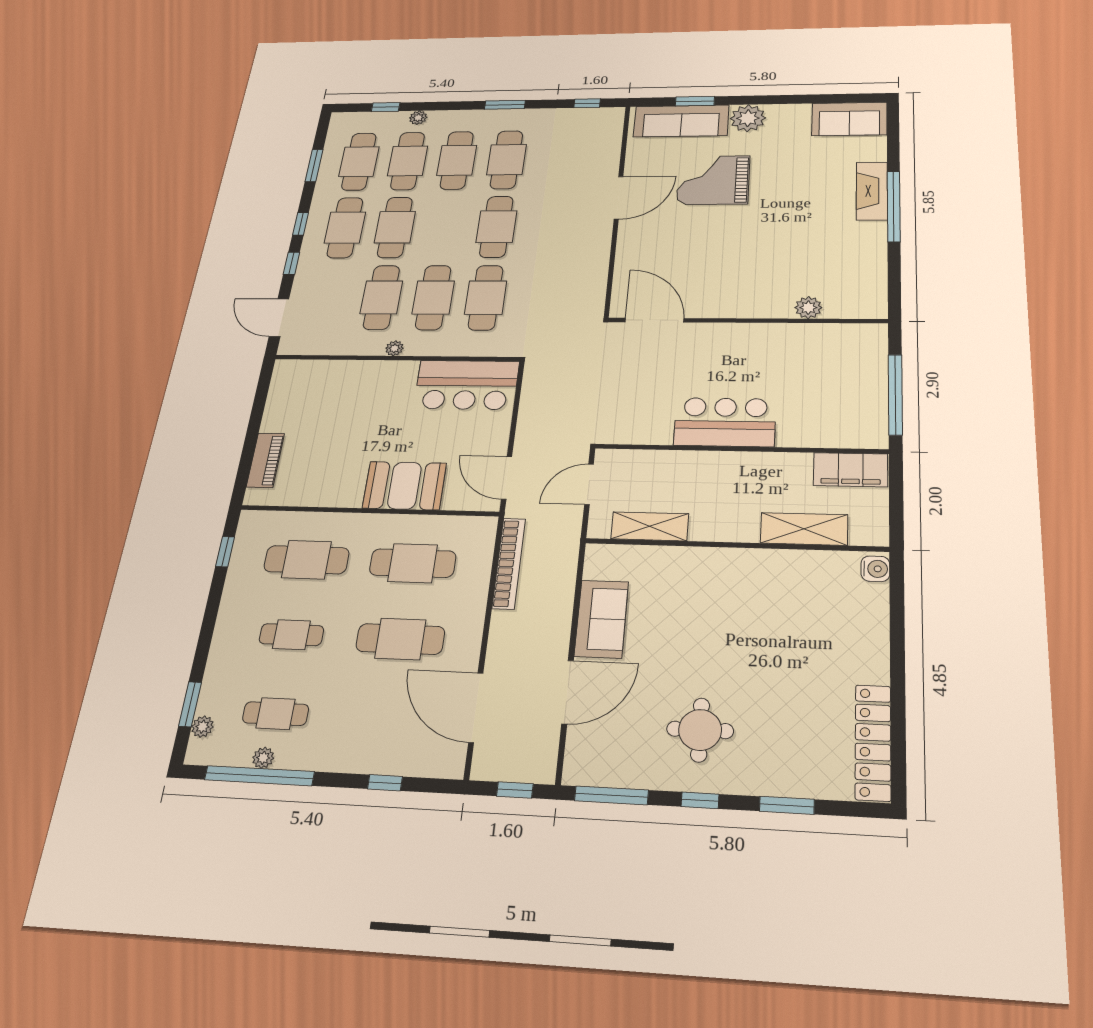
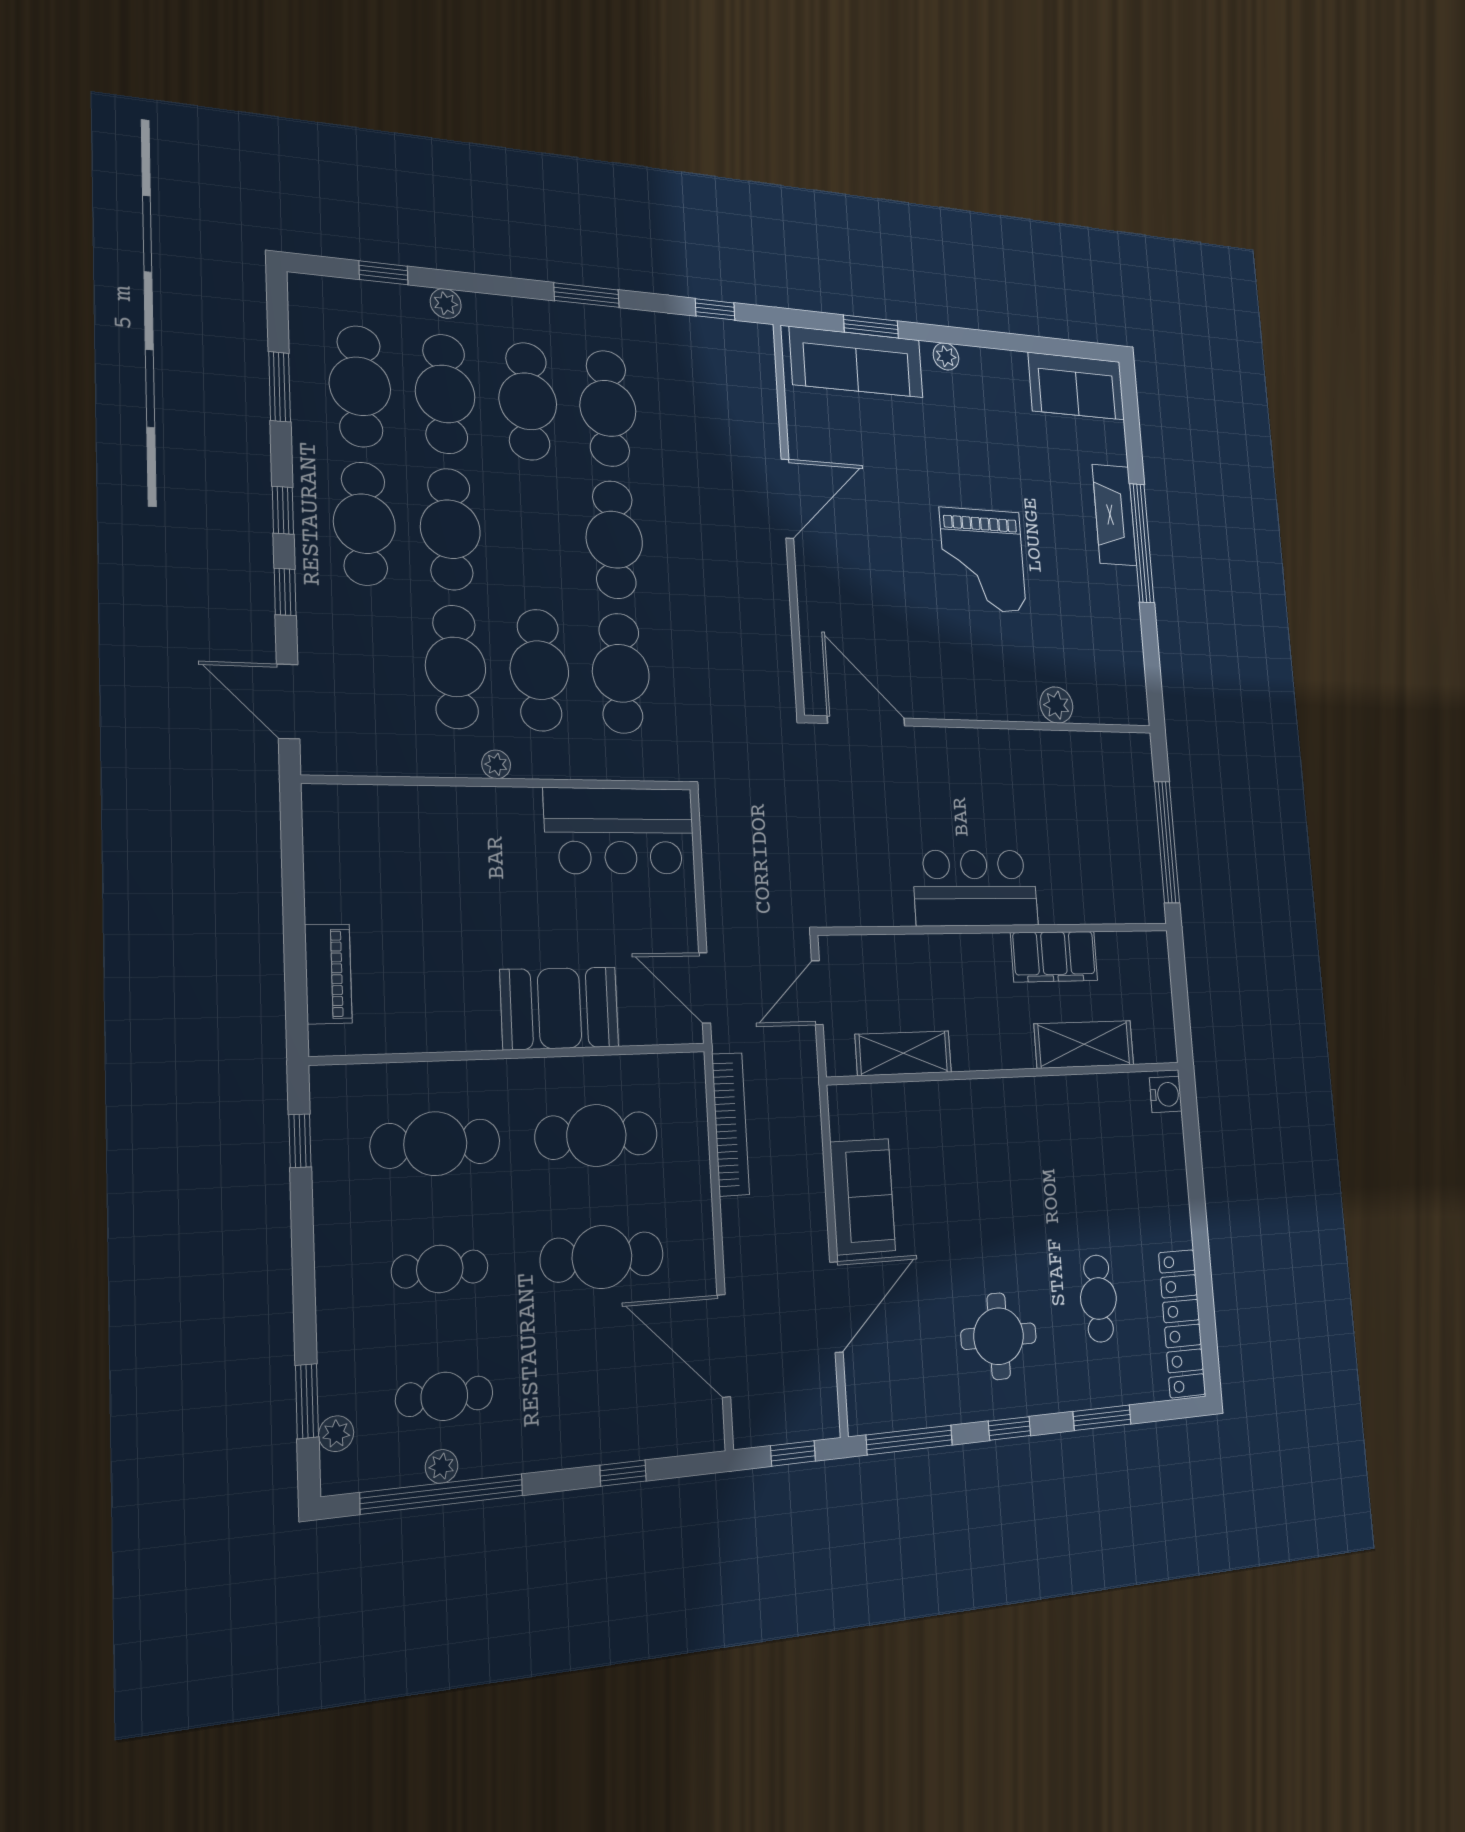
plant: (748, 118) -> (946, 356), width x0.53, depth x0.53
grand piano: (713, 180) -> (983, 560), moved, turned -90
filing cabinet: (851, 470) -> (1054, 957), moved
cafe table: (795, 713) -> (1098, 1299), added

